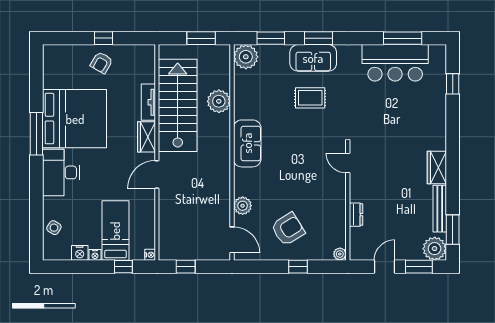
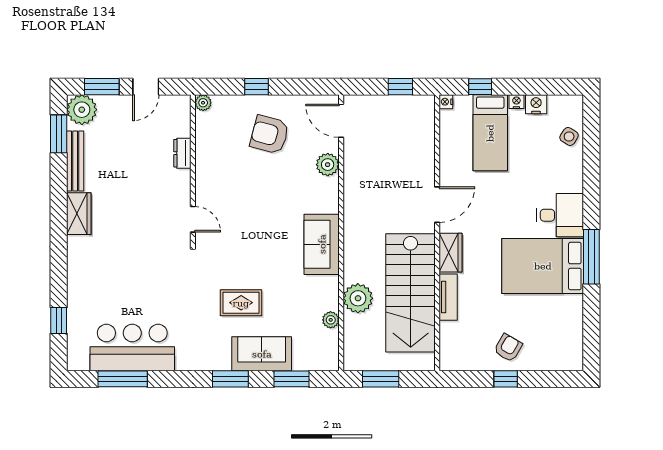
plant: (246, 57) -> (331, 320), moved, width x0.53, depth x0.53
sofa: (313, 58) -> (262, 354), moved
bed: (75, 119) -> (543, 266), width x0.73
desk: (61, 172) -> (560, 215), width x0.73
armchair: (288, 229) -> (269, 135), turned 47

